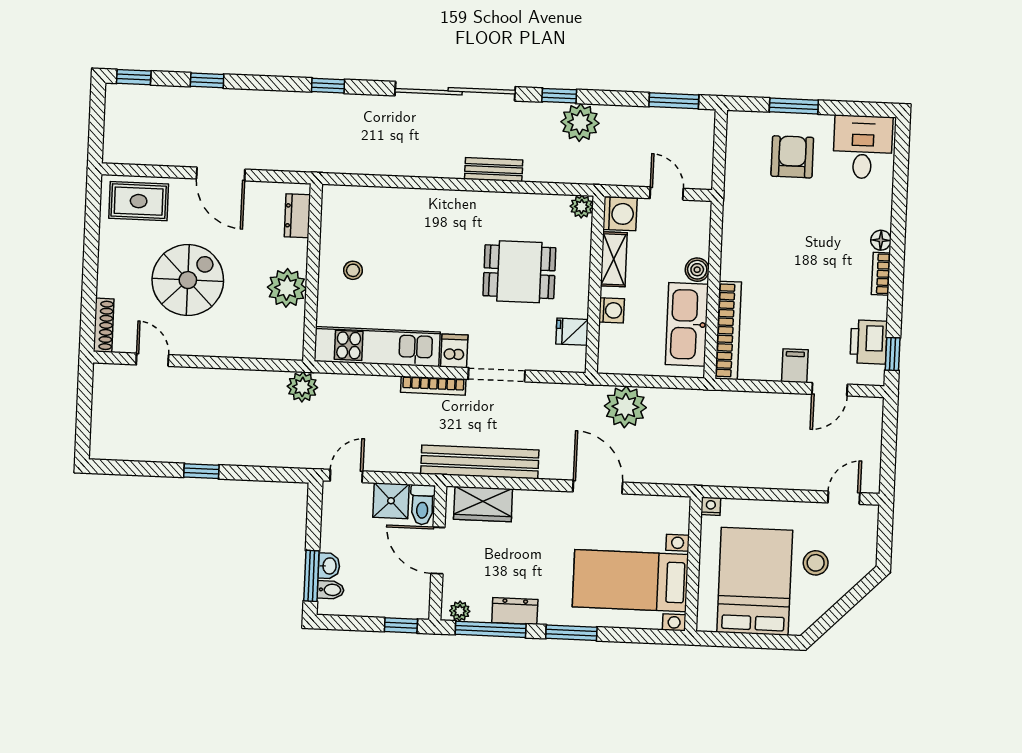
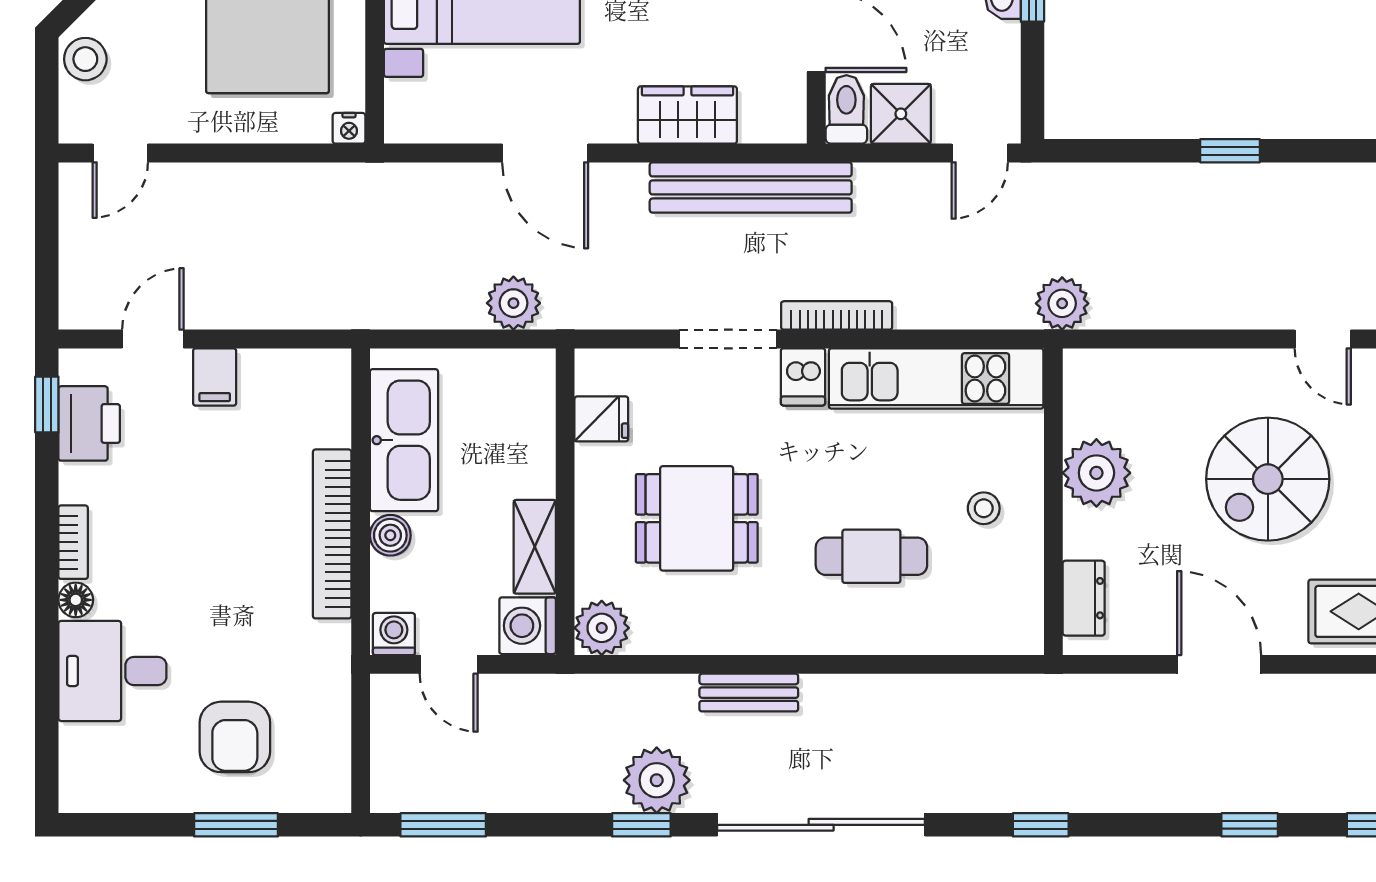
plant: (580, 122) -> (657, 780), moved
desk: (863, 147) -> (112, 671), moved, turned 90
plant: (582, 207) -> (602, 628), width x1.38, depth x1.38
cafe table: (419, 245) -> (871, 556), added
washing machine: (612, 310) -> (394, 634), moved, turned 90
bookcase: (728, 330) -> (332, 534), moved
plant: (625, 407) -> (513, 303), width x0.73, depth x0.73
wardrobe: (483, 504) -> (687, 115), moved
stool: (816, 563) -> (85, 59), moved

